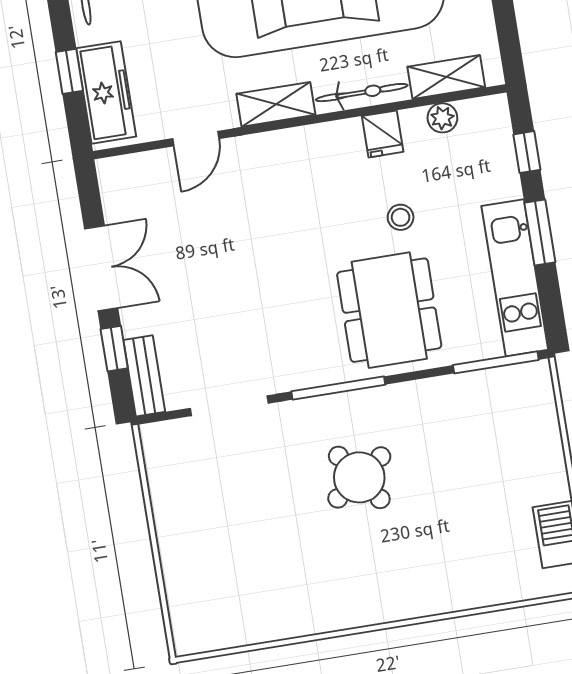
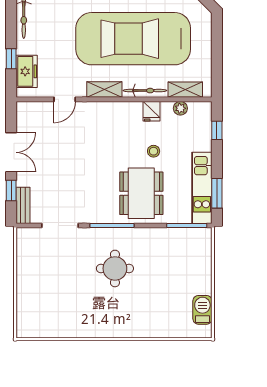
freezer: (106, 92) -> (27, 71), width x0.71
window: (540, 232) -> (217, 193), moved
round table: (359, 477) -> (115, 268), turned 35

